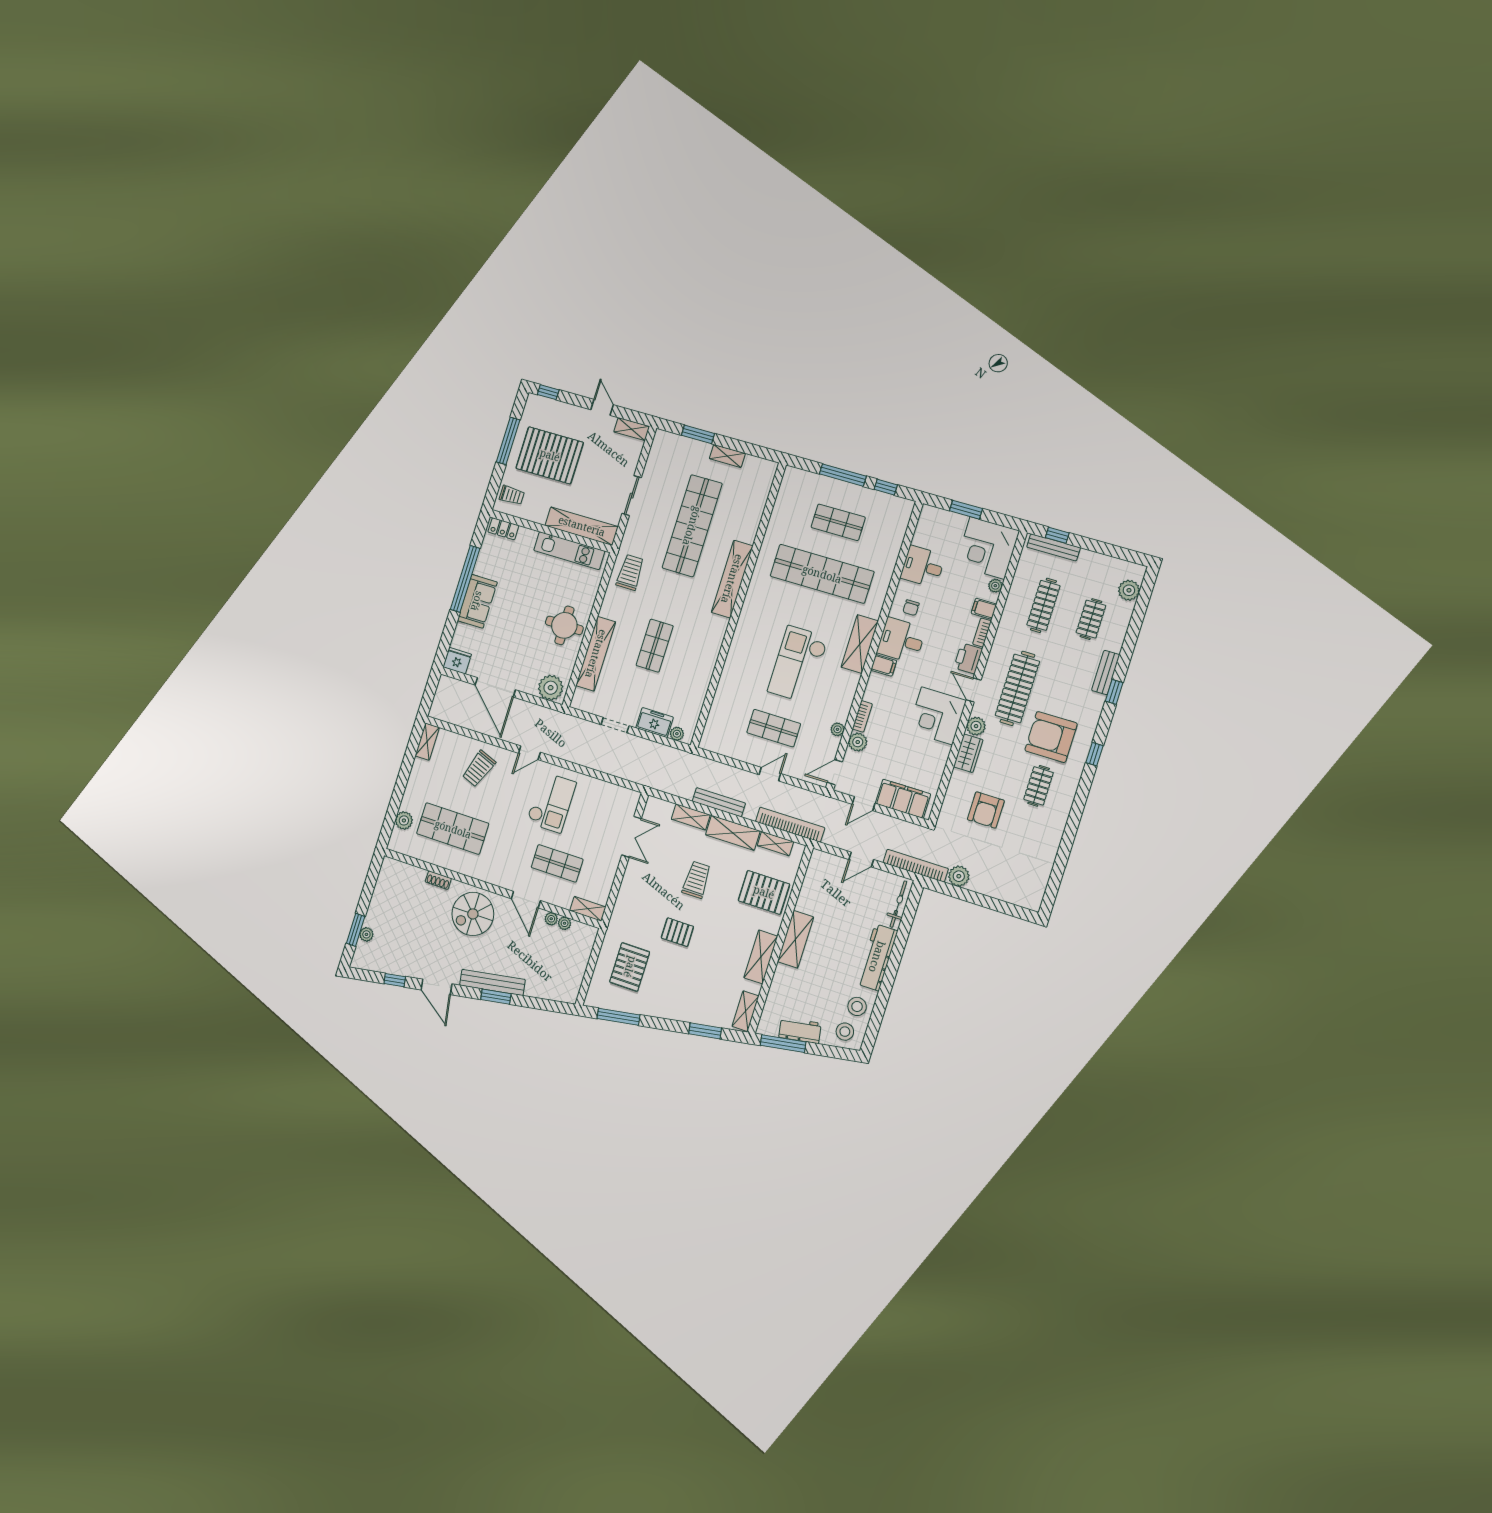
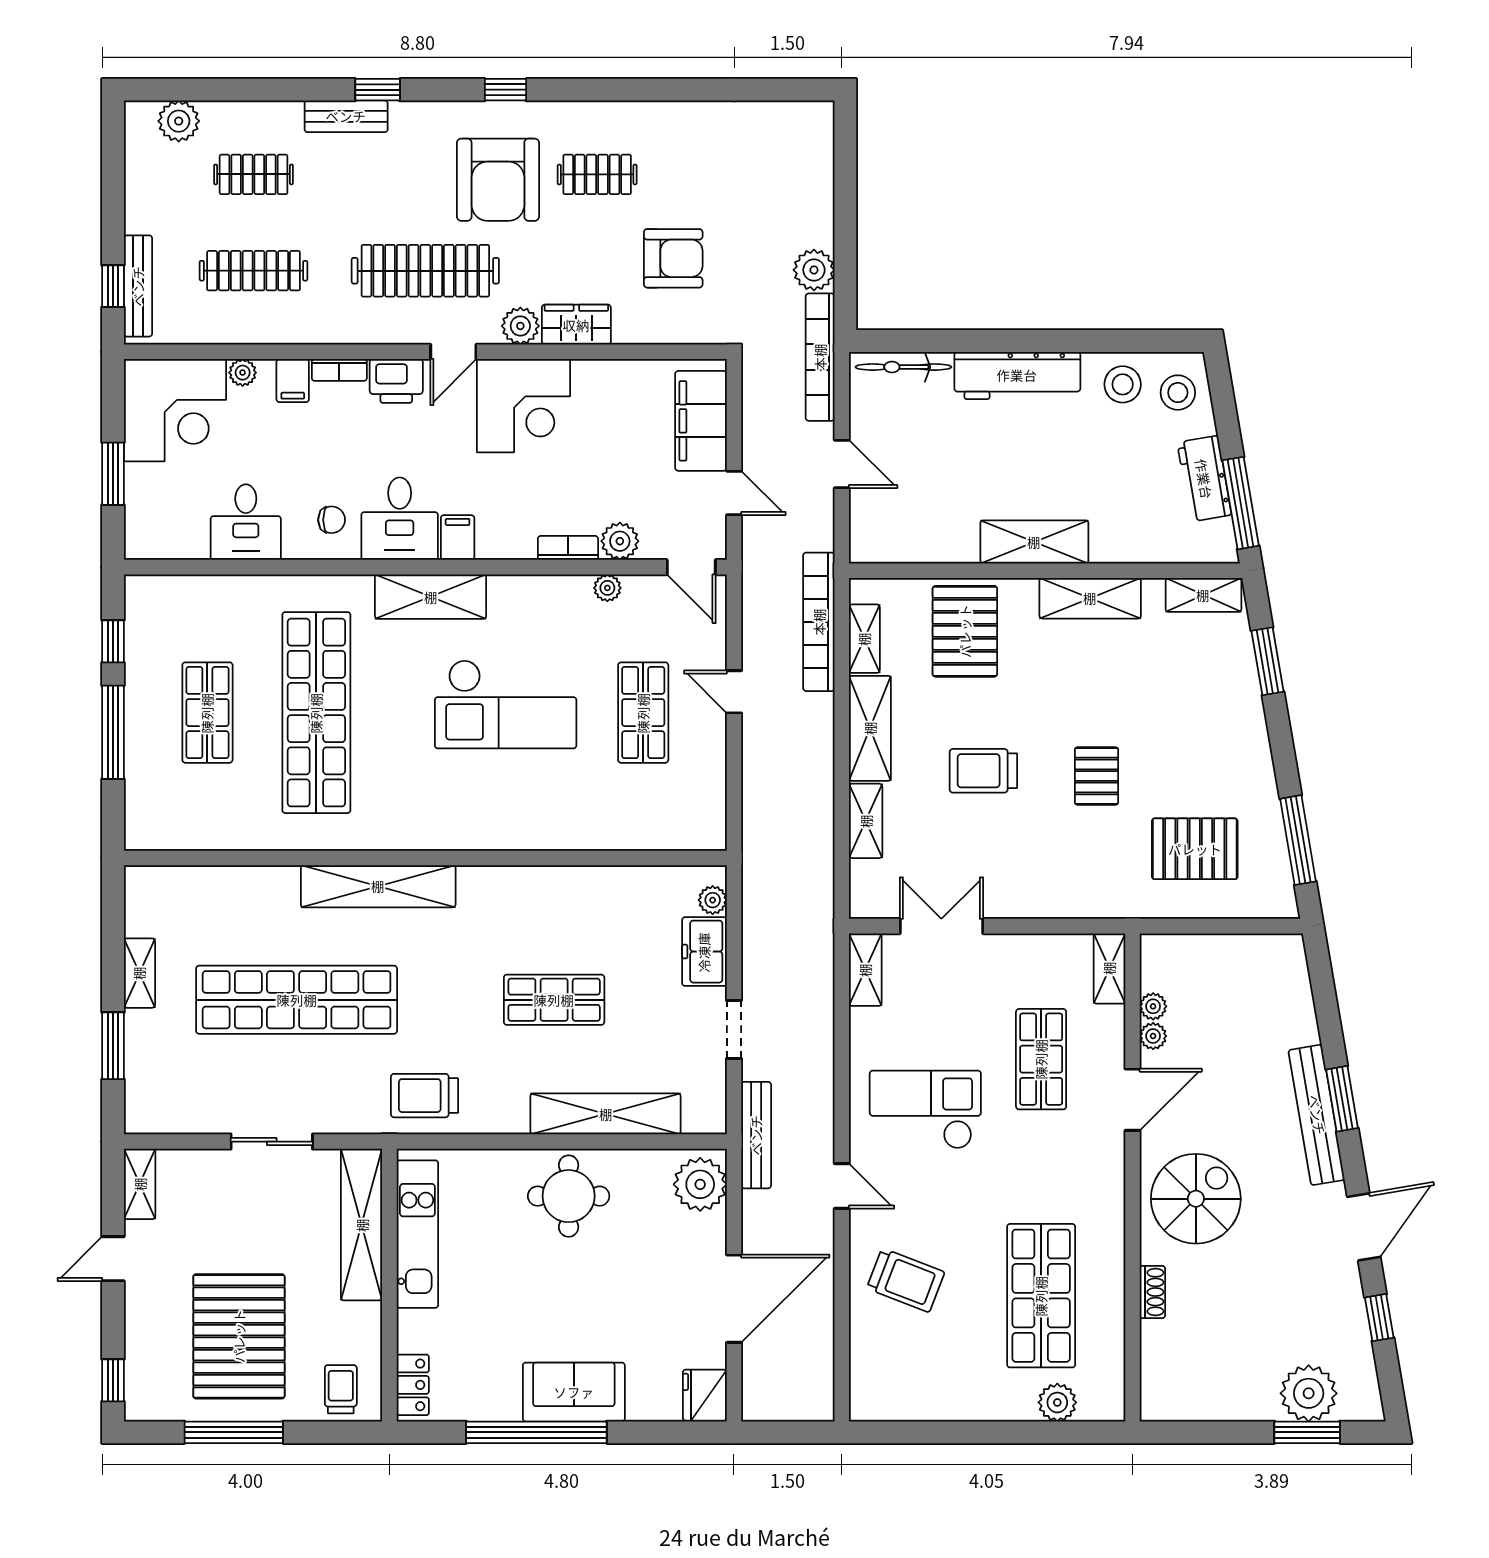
shelving: (427, 742) -> (865, 970), moved, turned 90
bench: (719, 802) -> (756, 1135), moved
spiral stairs: (473, 914) -> (1196, 1199), turned -90
plant: (366, 934) -> (1309, 1393), width x1.88, depth x1.88

